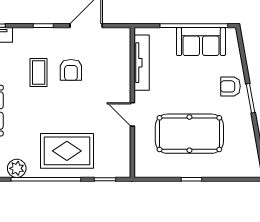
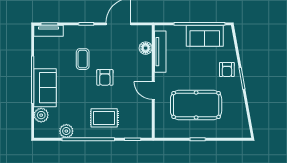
floor lamp: (122, 58) -> (146, 48), added
armchair: (71, 70) -> (105, 77), moved
armchair: (230, 86) -> (227, 70), turned -90
rug: (67, 151) -> (104, 118), width x0.73, depth x0.70

